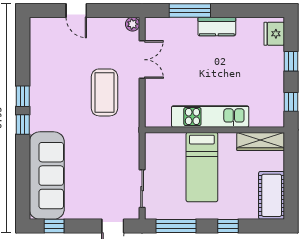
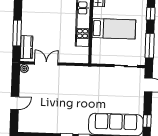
kitchen counter: (217, 27) -> (26, 47), moved
coffee table: (105, 92) -> (66, 87), removed

